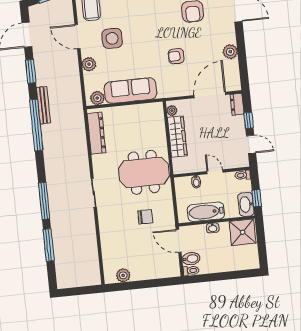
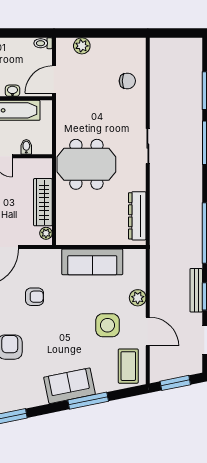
plant: (97, 98) -> (132, 257), removed
bench: (43, 105) -> (196, 290), moved
chair: (145, 217) -> (127, 81), moved, turned 180
door: (179, 241) -> (54, 80), swing flipped
bidet: (191, 259) -> (42, 57), removed
plant: (123, 275) -> (82, 46), moved

